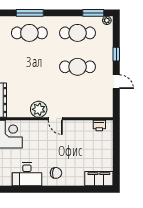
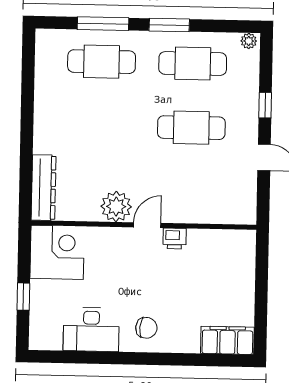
window: (93, 13) -> (169, 25), moved
door: (55, 119) -> (147, 225), swing flipped
printer: (99, 126) -> (175, 239), moved

